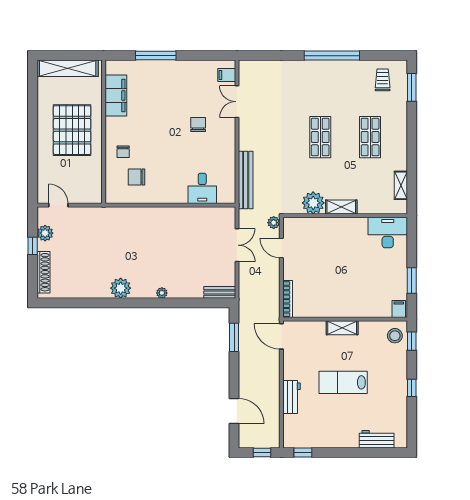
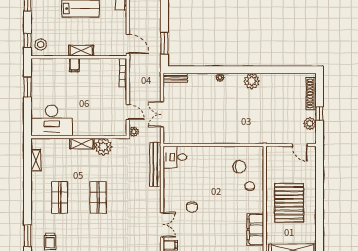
desk: (202, 188) -> (175, 157), moved, turned -90
desk: (388, 232) -> (52, 120), width x1.36, depth x1.30
filing cabinet: (399, 309) -> (74, 65), moved

